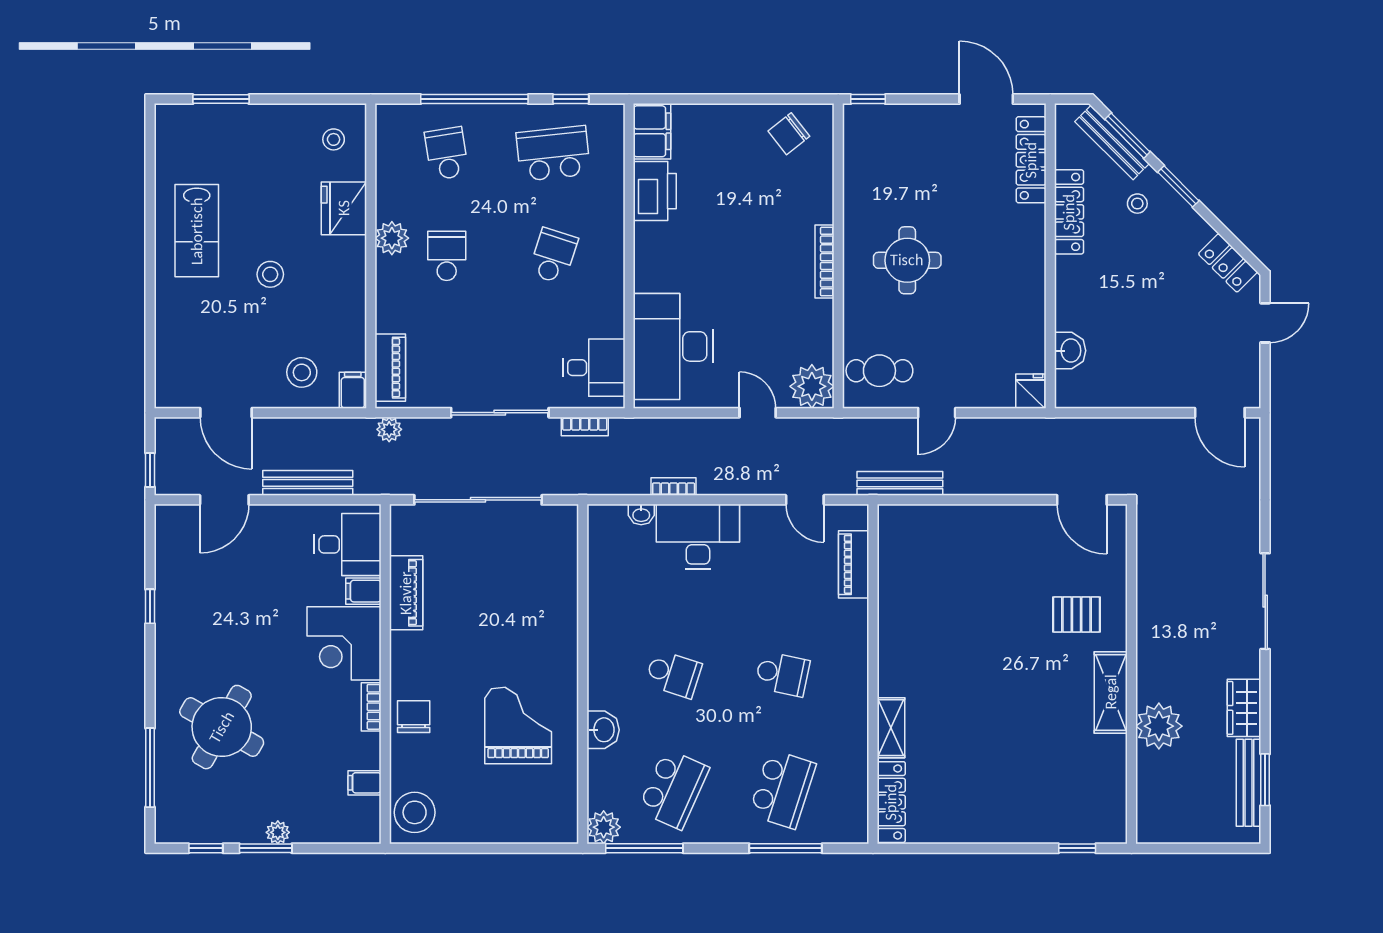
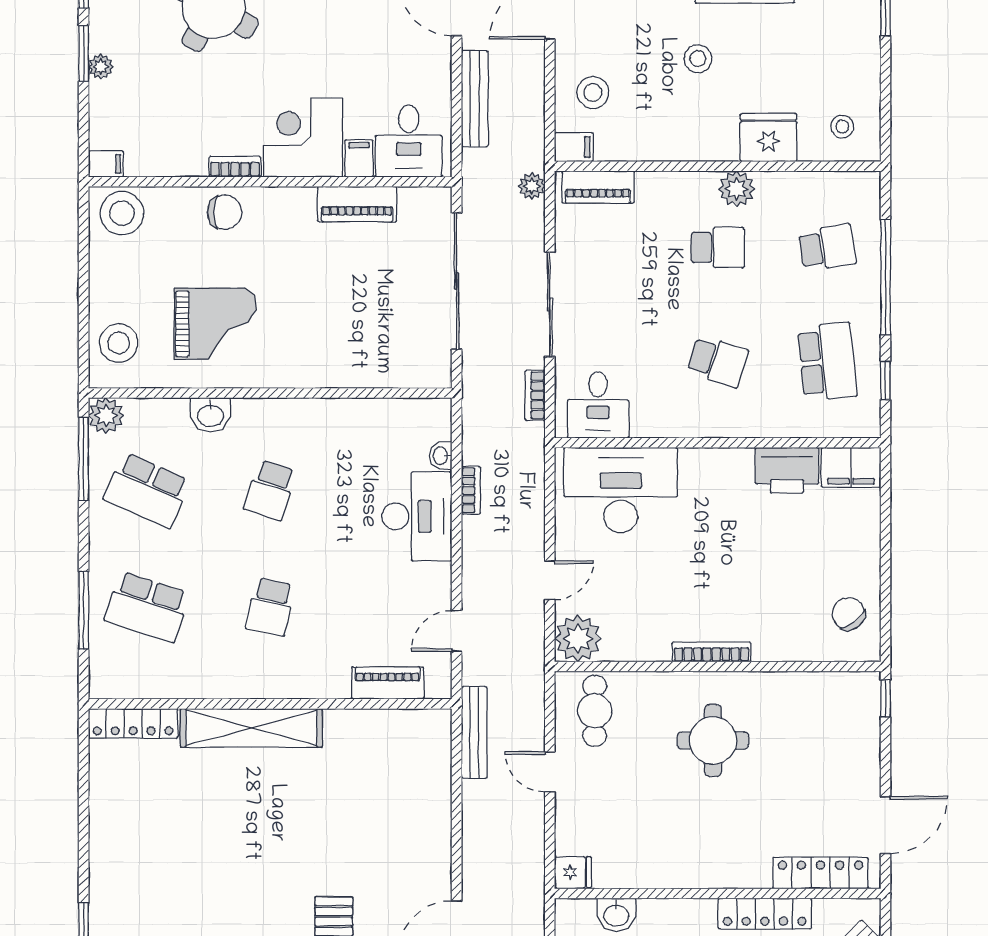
shelving: (891, 728) -> (251, 728), width x2.20, depth x1.33
filing cabinet: (365, 783) -> (106, 164), moved, turned 90
stool: (536, 816) -> (119, 343), added

